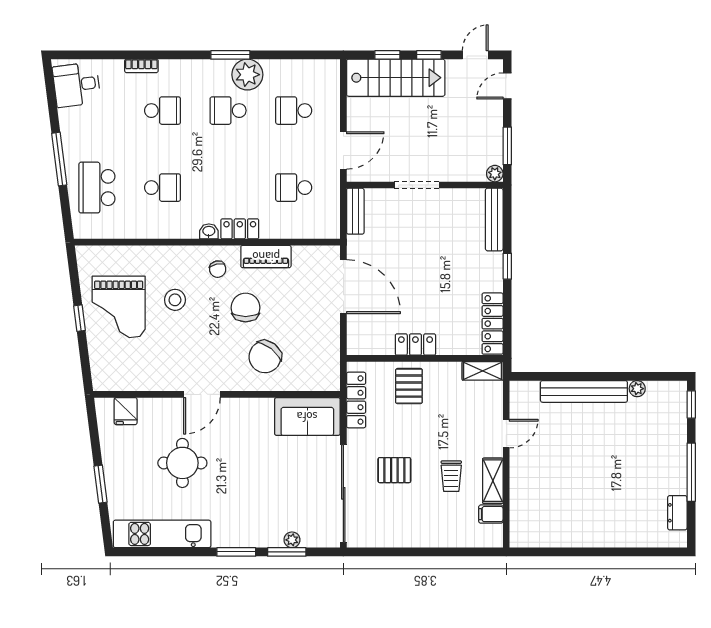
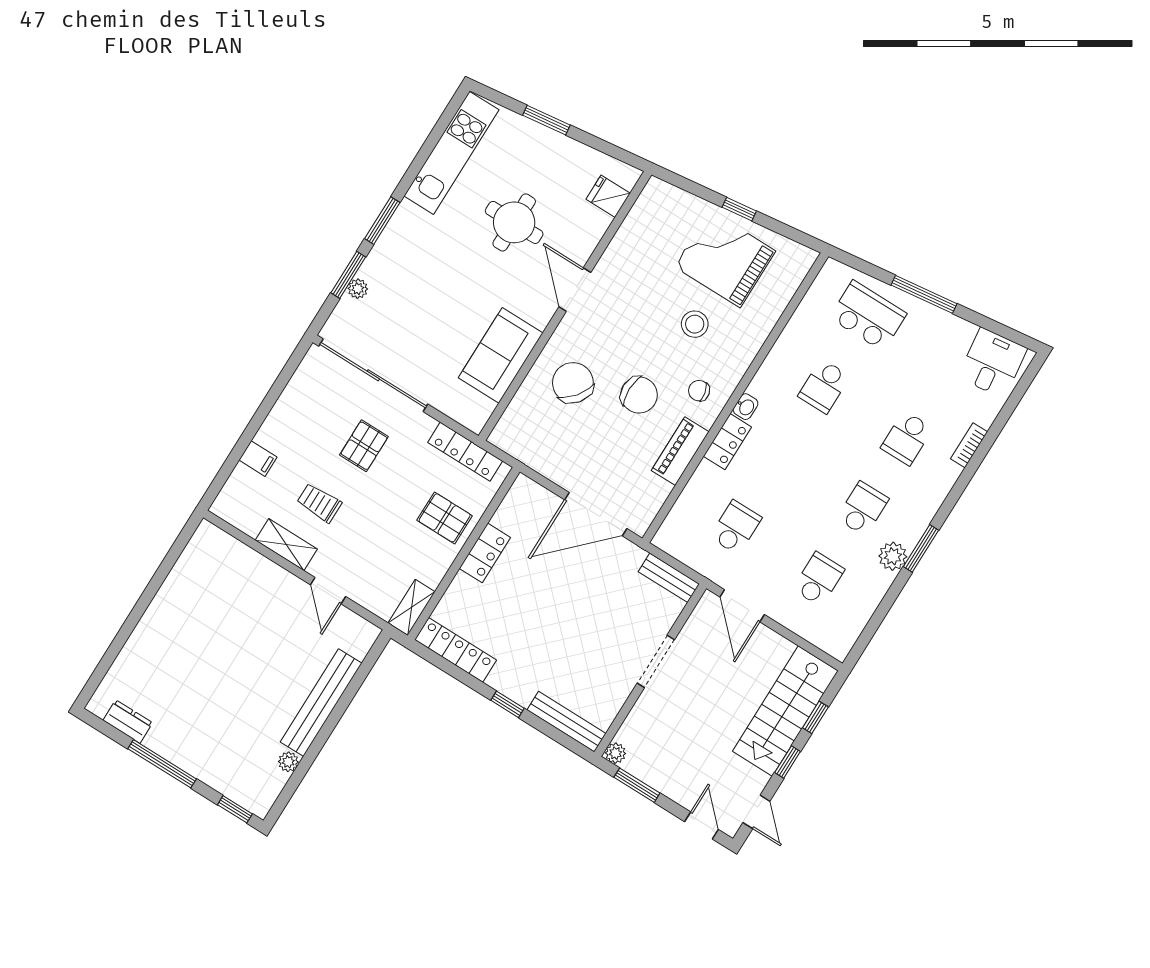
plant: (247, 75) -> (893, 556), width x0.73, depth x0.73
sofa: (307, 417) -> (501, 355), moved
filing cabinet: (491, 514) -> (258, 459), moved, turned 90

